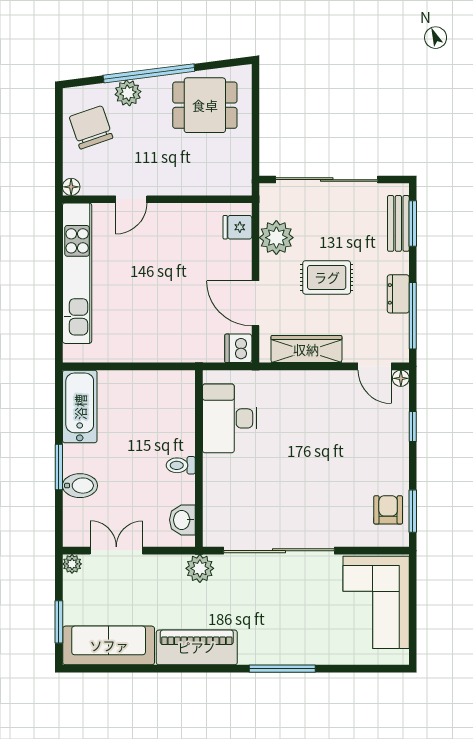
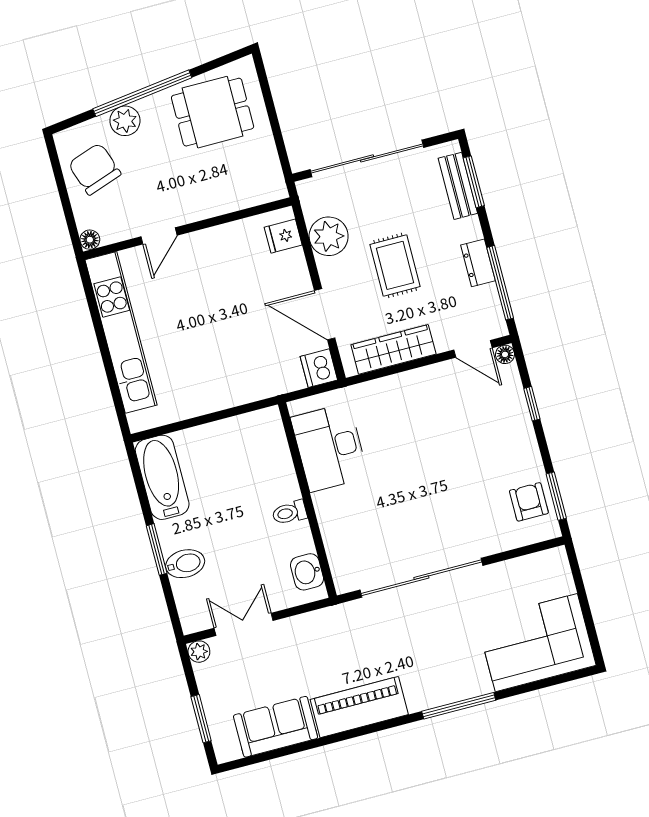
rug: (327, 277) -> (395, 265), turned 90
plant: (200, 568) -> (340, 620), removed
corner sofa: (376, 602) -> (536, 643), moved, turned 90
sofa: (109, 645) -> (276, 727), width x0.73

